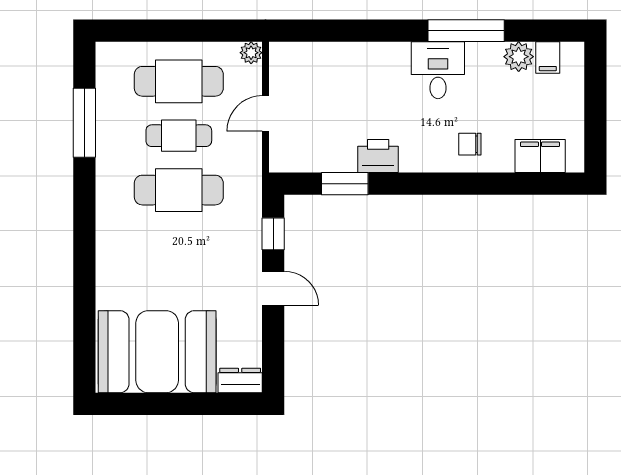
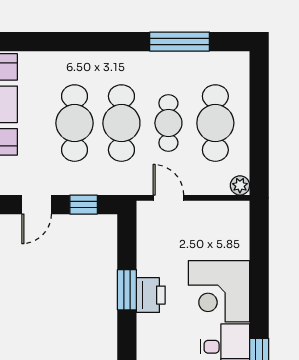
corner desk: (374, 77) -> (219, 291), added
door: (266, 113) -> (168, 198), moved
window: (345, 184) -> (127, 290), moved
cafe table: (179, 244) -> (75, 123), added

